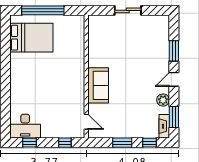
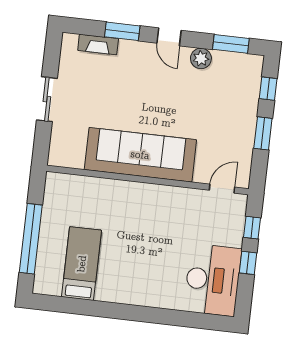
bed: (31, 38) -> (82, 264), width x0.67
sofa: (98, 85) -> (140, 155), width x1.85, depth x1.27
desk: (25, 126) -> (213, 280), width x1.36, depth x1.30
fireplace: (164, 126) -> (98, 45), moved
window: (29, 143) -> (248, 263), moved

